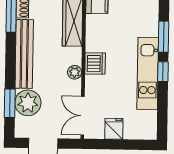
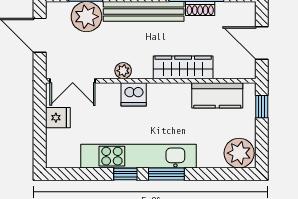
kitchen unit: (148, 73) -> (138, 156), width x1.36
double door: (83, 116) -> (73, 81), swing flipped

